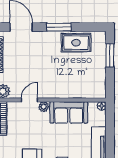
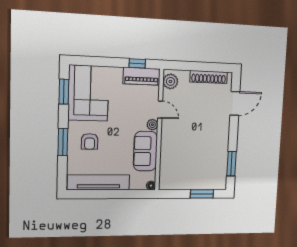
window: (59, 27) -> (231, 164), moved
rug: (76, 43) -> (216, 160), removed

